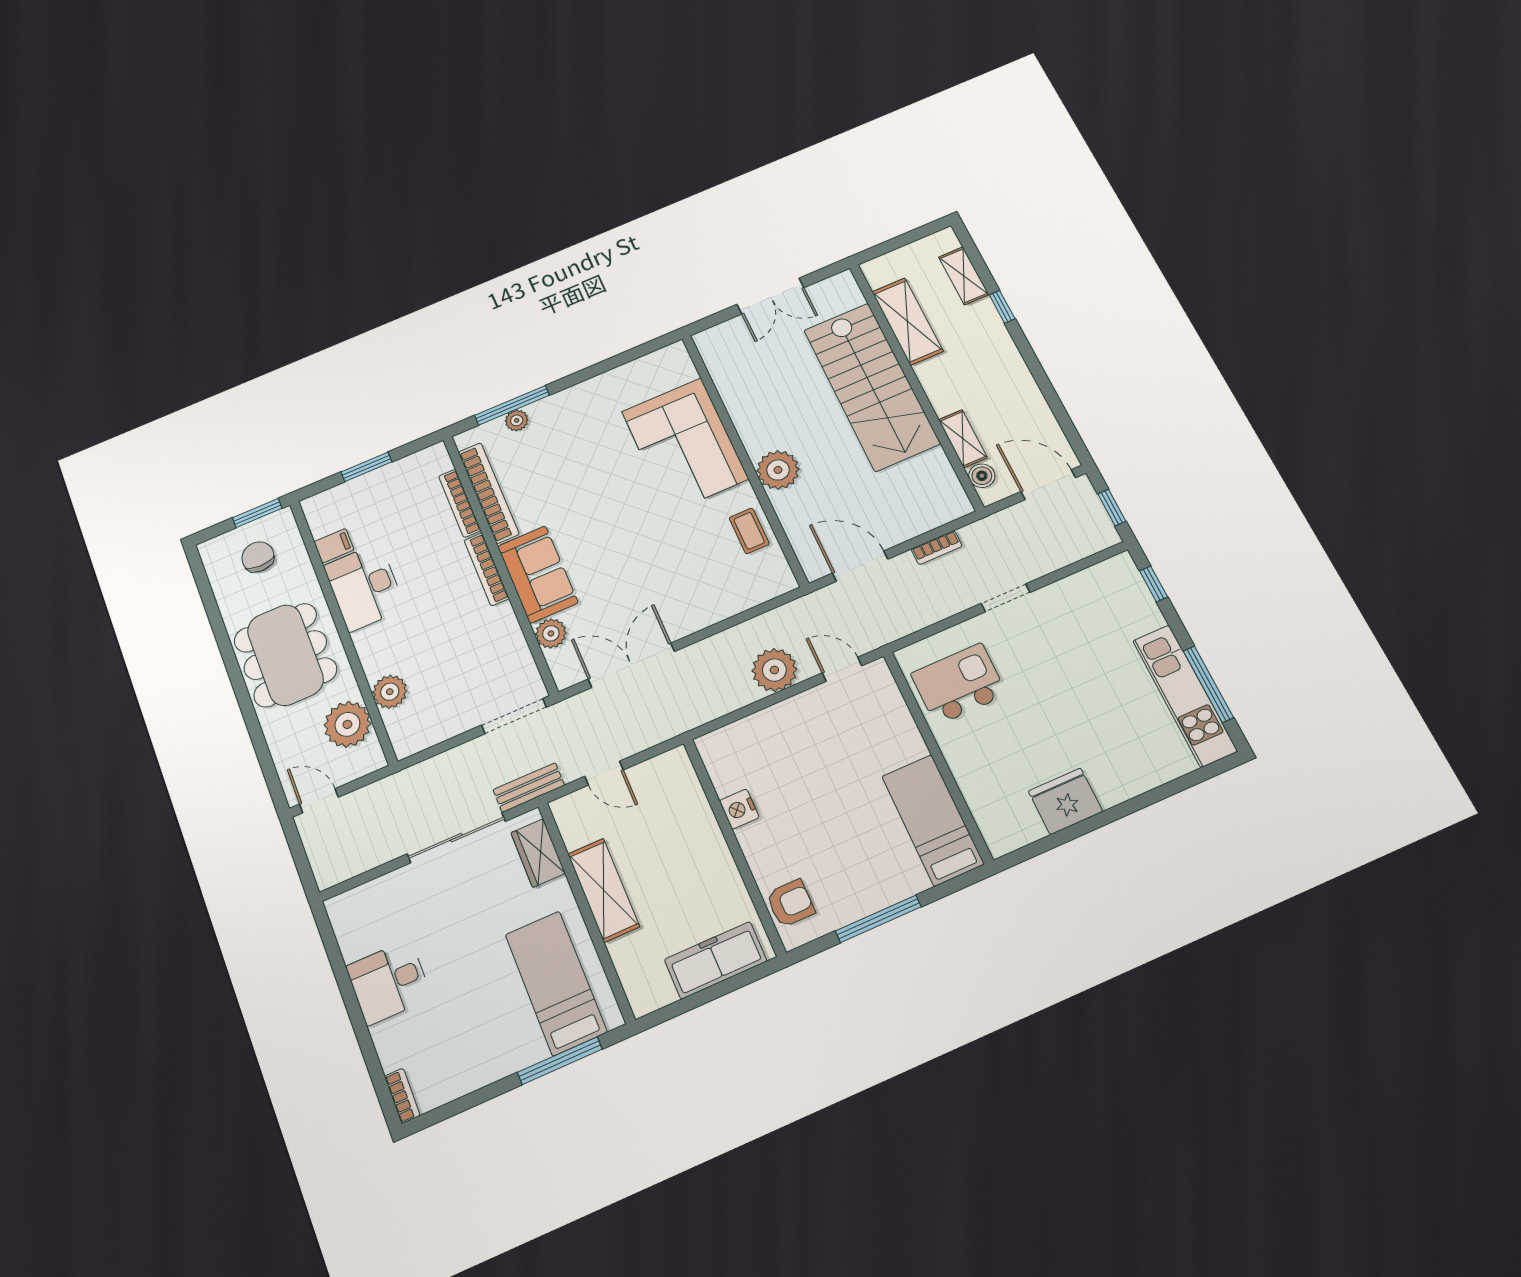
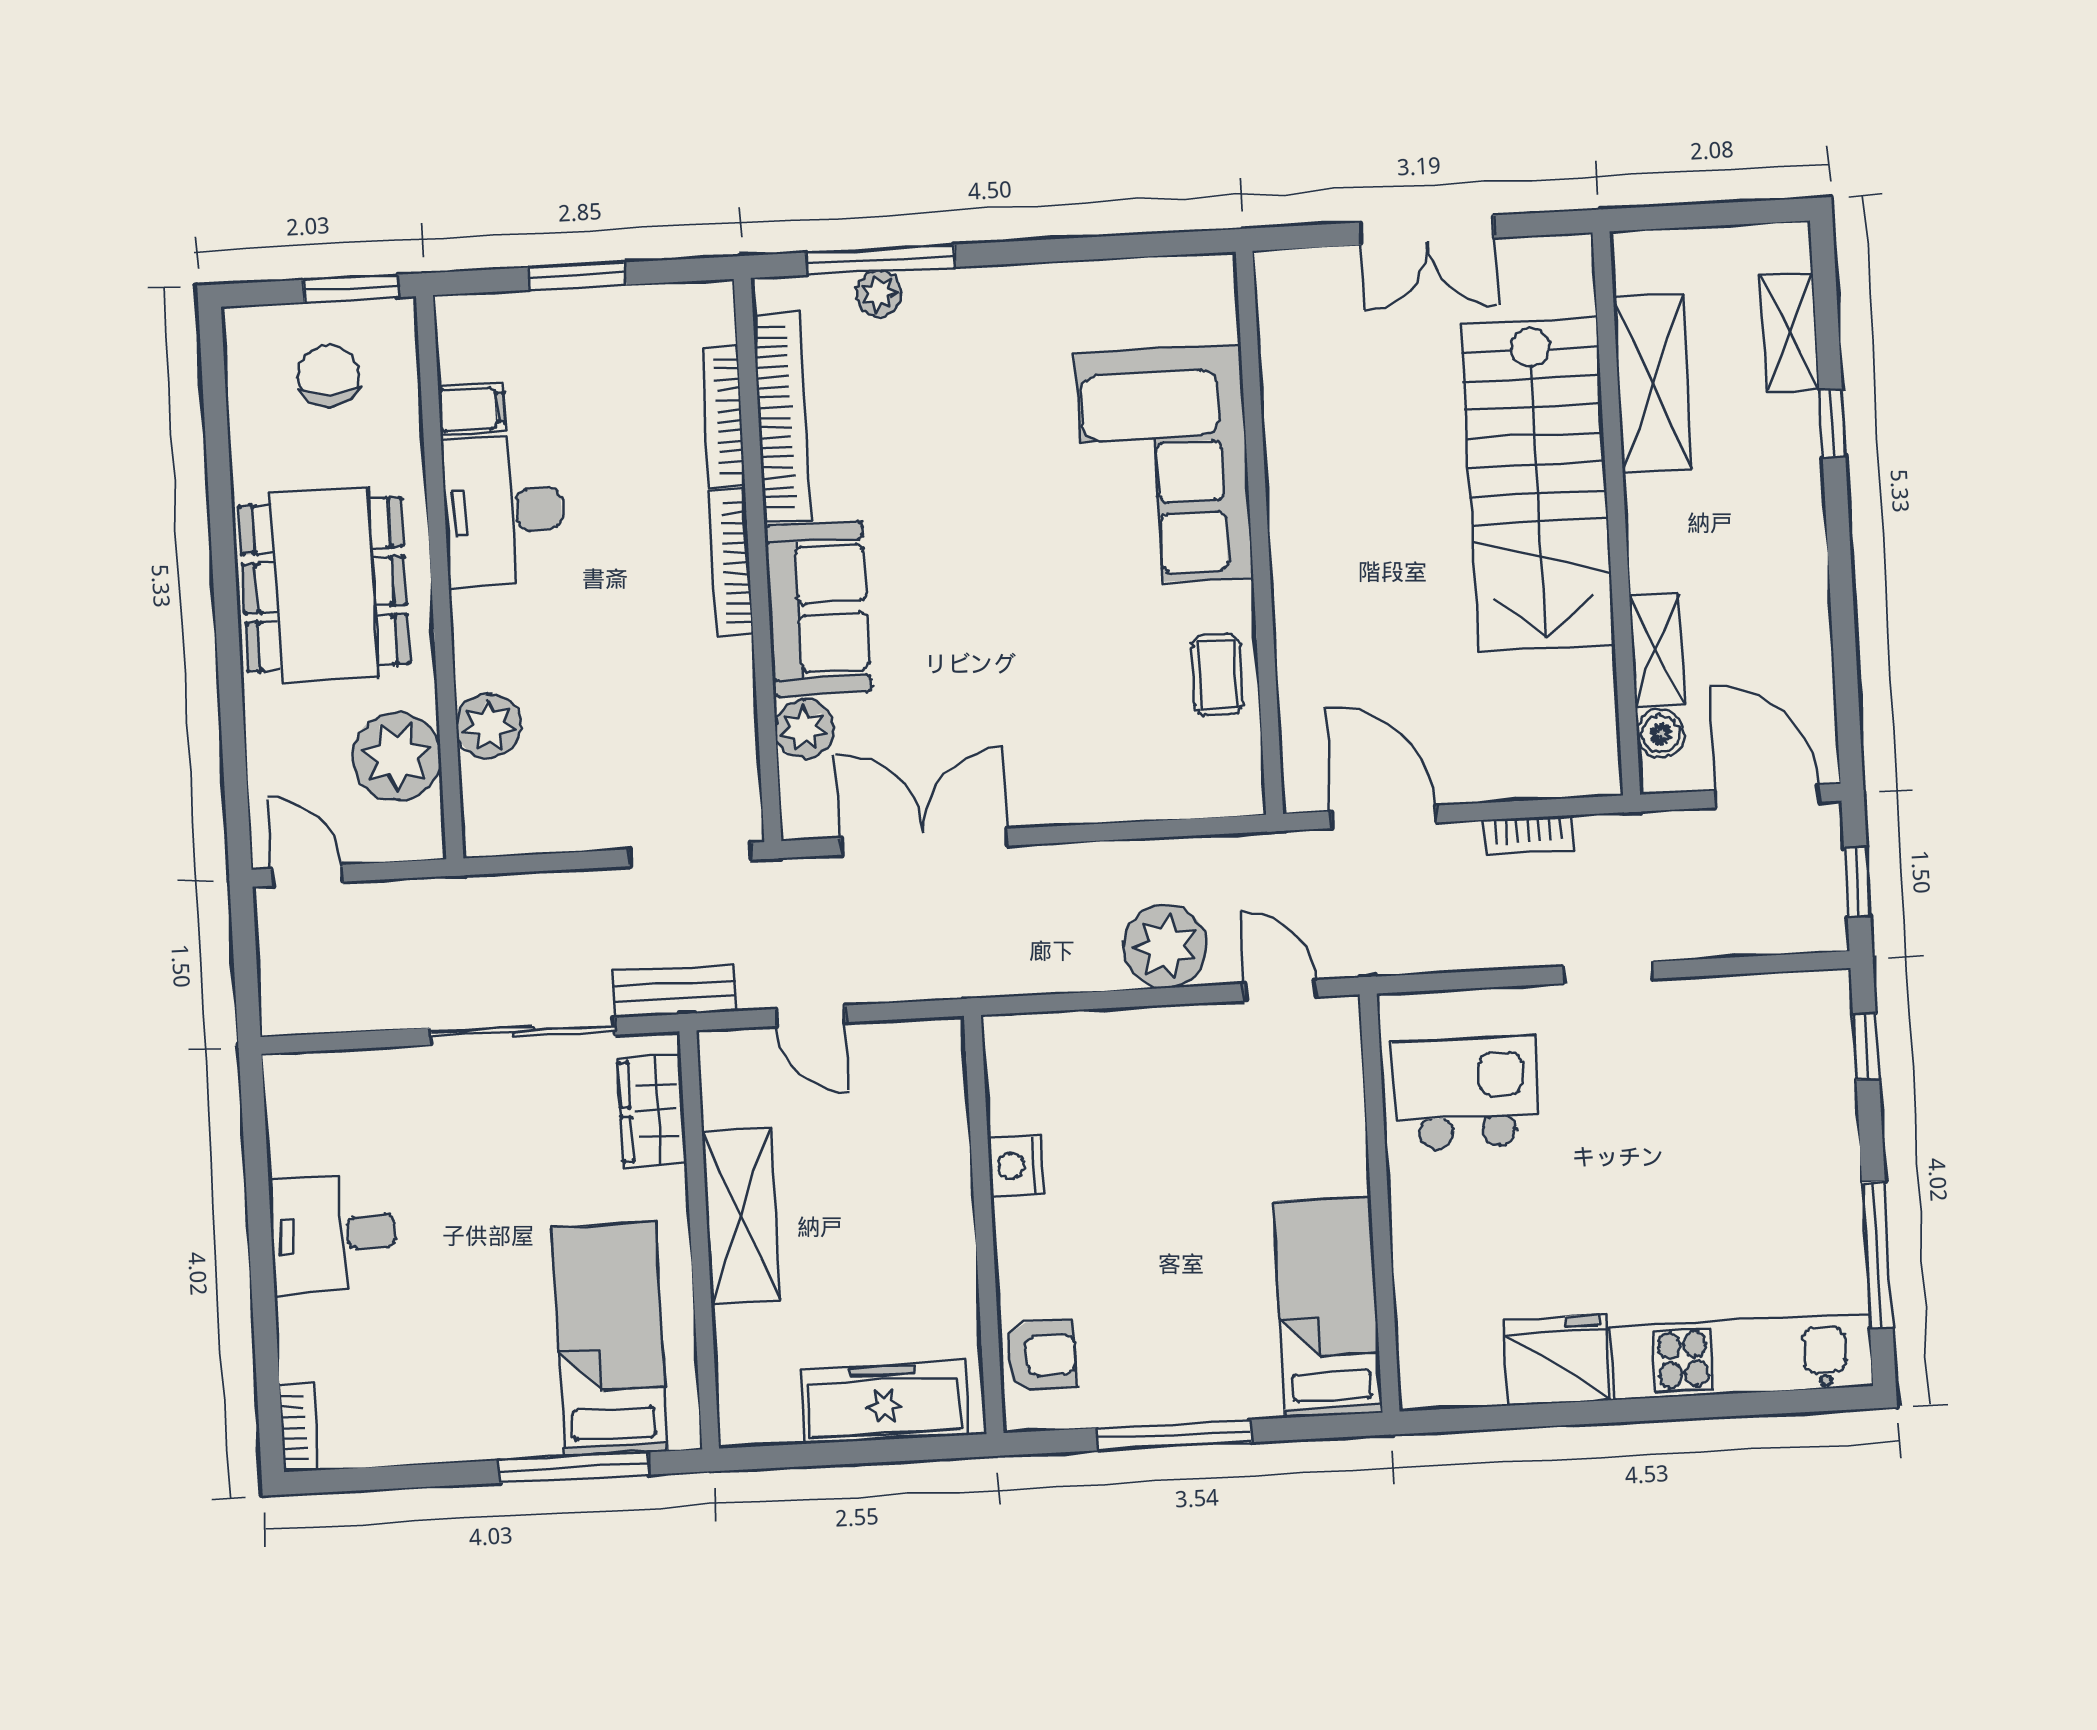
plant: (778, 470) -> (1311, 580), removed
kitchen unit: (1185, 696) -> (1742, 1357), moved, turned 90

